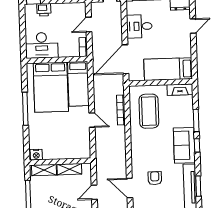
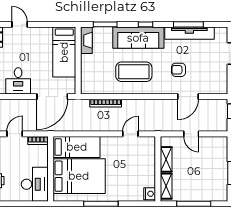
door: (89, 25) -> (15, 134), swing flipped
door: (125, 59) -> (52, 97), hinge flipped
coffee table: (149, 111) -> (134, 72), moved
door: (92, 120) -> (130, 134), moved
window: (196, 120) -> (105, 24), moved
sofa: (184, 145) -> (138, 38), width x1.36
window: (198, 186) -> (188, 24), width x1.44

